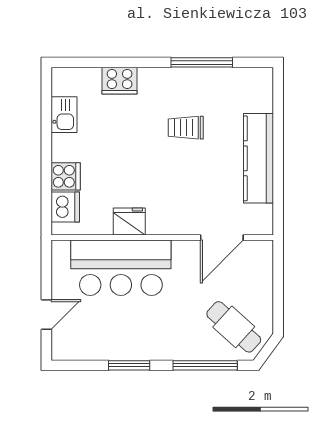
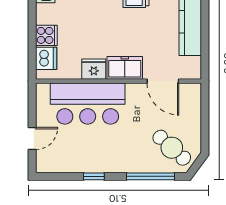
freezer: (171, 220) -> (125, 68), added
door: (222, 238) -> (163, 81), hinge flipped
window: (129, 365) -> (94, 176), width x0.67

